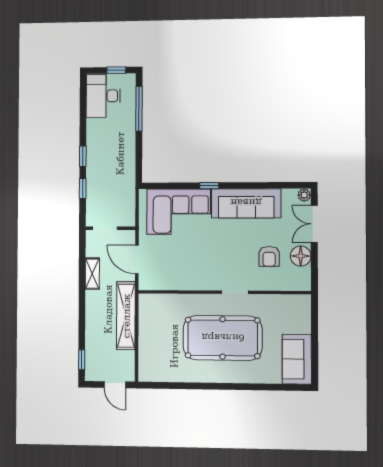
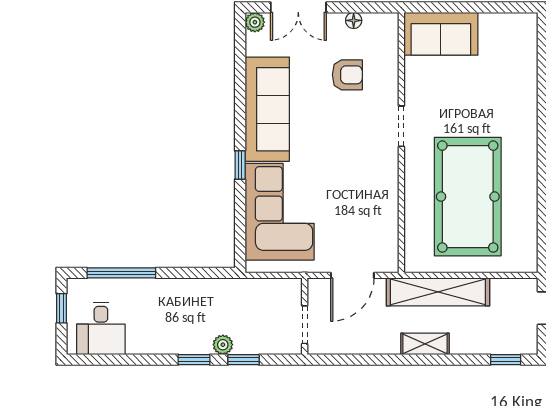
desk: (103, 96) -> (101, 328), width x0.73
plant: (92, 175) -> (223, 345), added
floor lamp: (301, 256) -> (354, 20), width x0.53, depth x0.53
shelving: (92, 274) -> (425, 344), moved
pool table: (223, 338) -> (468, 197), moved
sofa: (297, 359) -> (441, 34), moved

